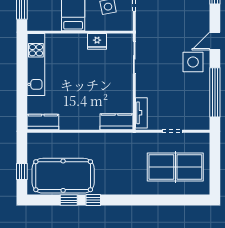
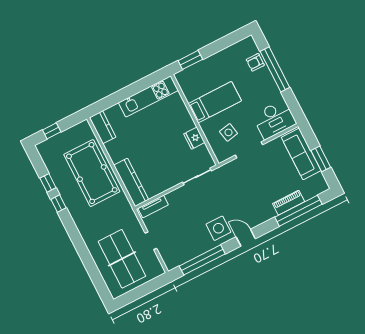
kitchen counter: (116, 122) -> (131, 182), width x1.50
pool table: (63, 176) -> (92, 173), moved

